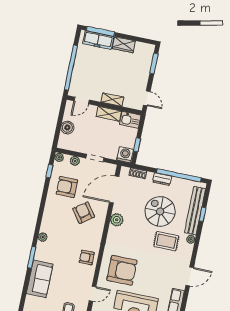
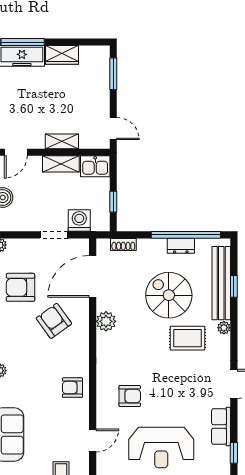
washing machine: (125, 155) -> (79, 221), moved
plant: (75, 161) -> (24, 246), removed
dresser: (162, 179) -> (181, 246), moved
armchair: (122, 270) -> (130, 396), width x0.53, depth x0.53

